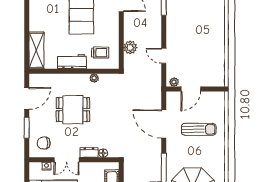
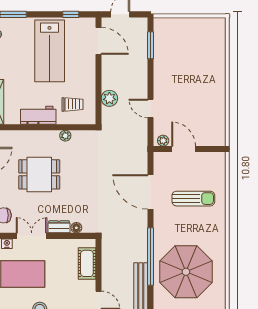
door: (191, 89) -> (184, 149), swing flipped
double door: (67, 160) -> (32, 236), swing flipped

